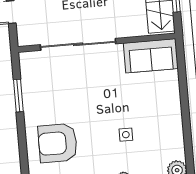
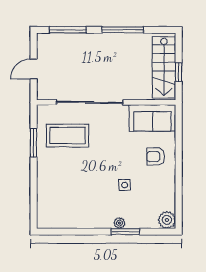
coffee table: (56, 84) -> (68, 136), added
armchair: (58, 143) -> (156, 157), moved, width x0.53, depth x0.53

